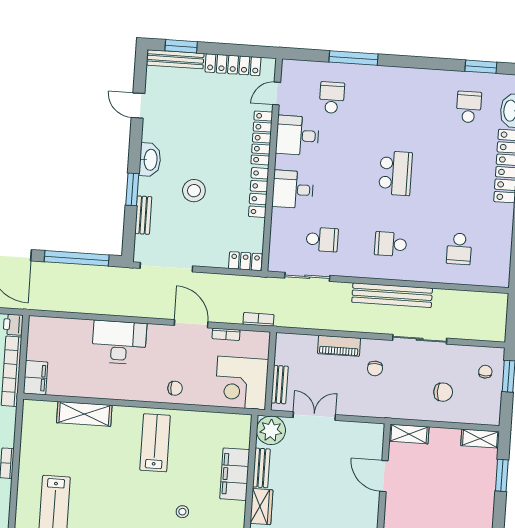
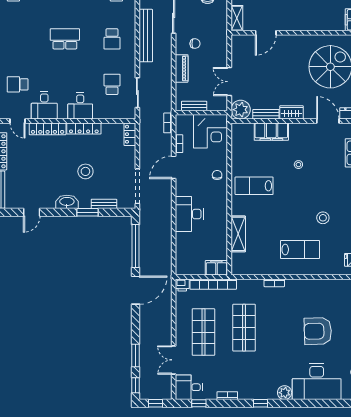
bench: (280, 385) -> (194, 106), moved

